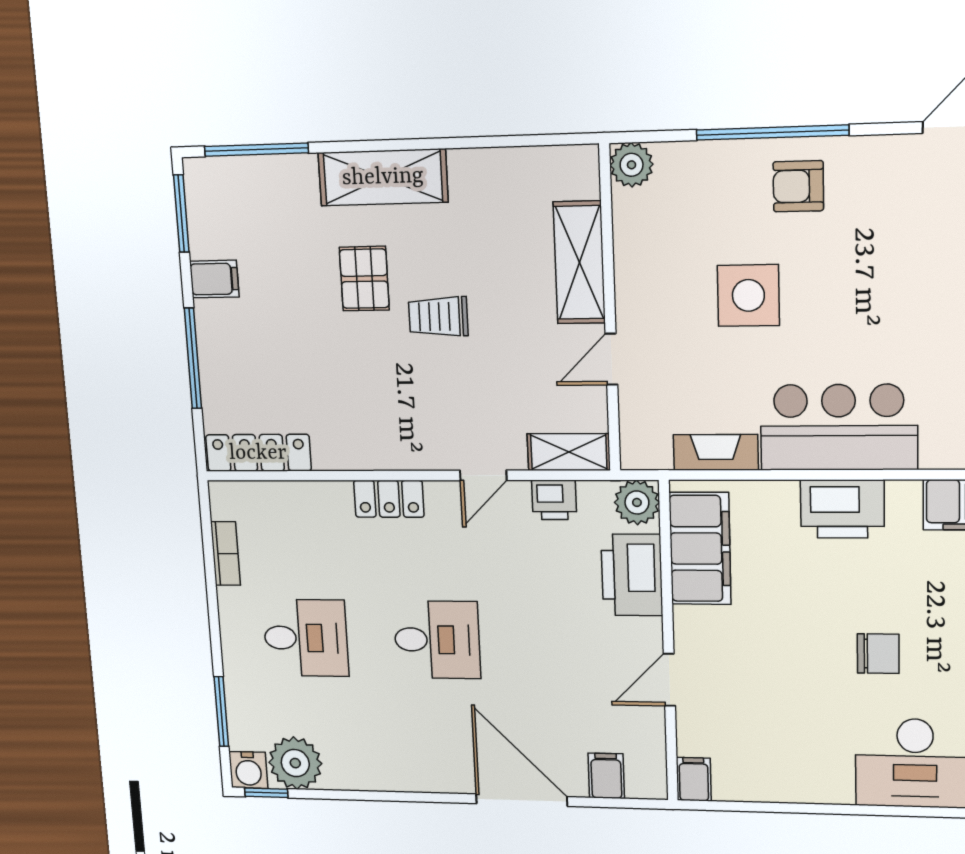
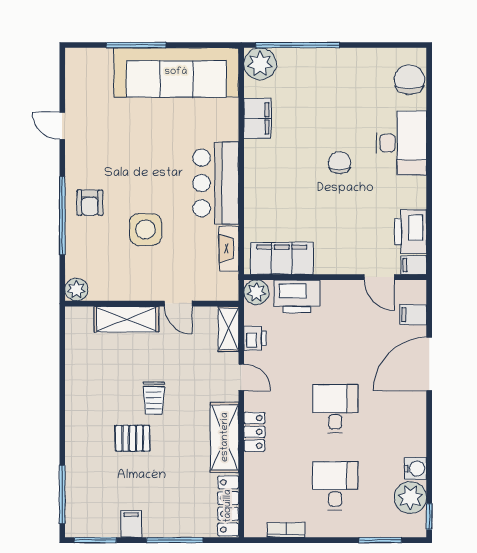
shelving: (383, 177) -> (225, 437), moved
printer: (842, 509) -> (411, 232), moved, turned 180
door: (669, 680) -> (379, 277), moved
water cooler: (248, 770) -> (415, 469), moved

